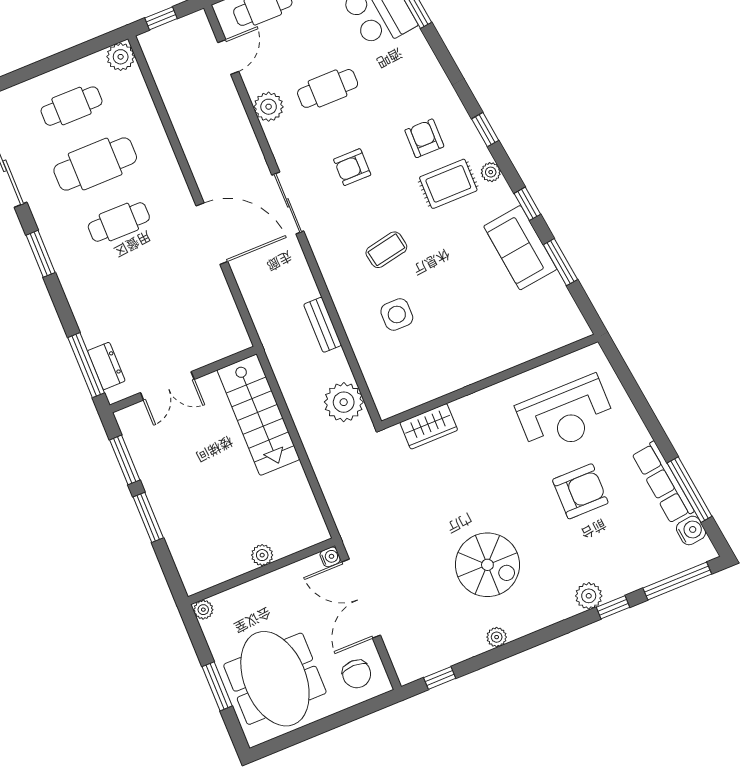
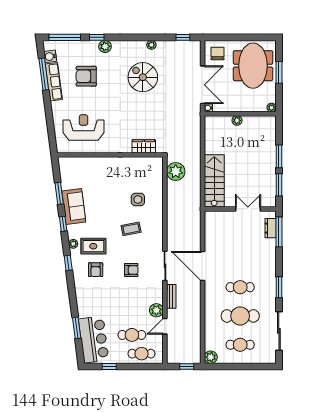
door: (228, 57) -> (165, 326), moved
cafe table: (328, 88) -> (132, 335), moved
bench: (323, 325) -> (171, 296), moved
armchair: (580, 491) -> (86, 76), moved

